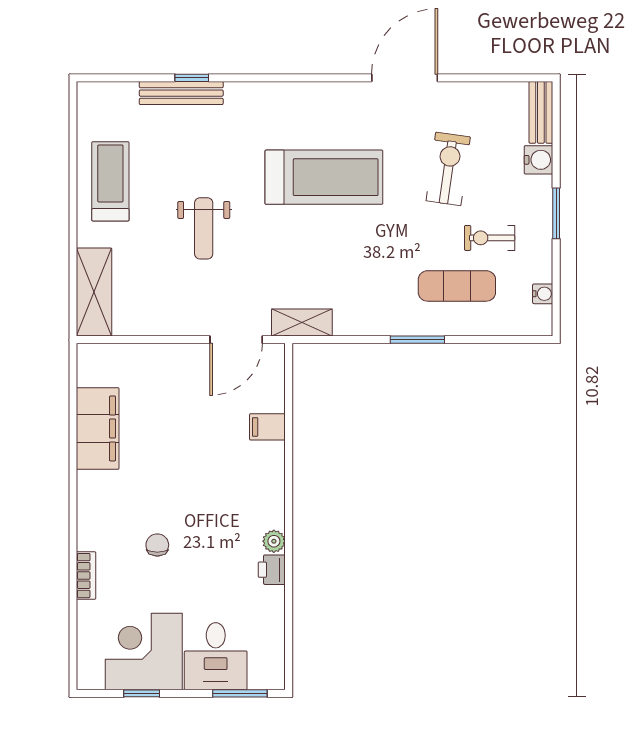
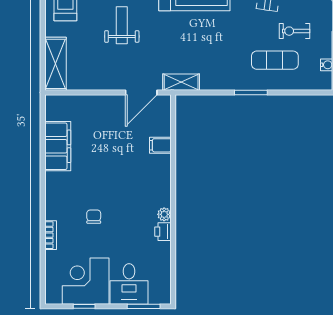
weight bench: (204, 228) -> (122, 25), turned 180

